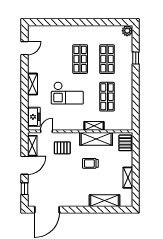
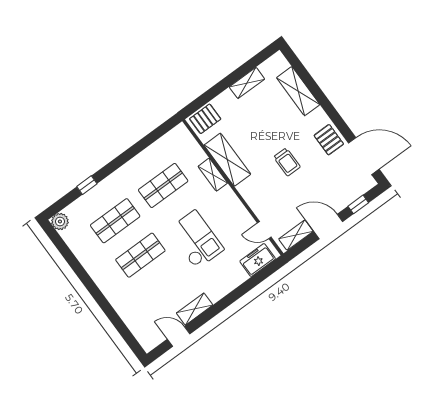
shelving: (32, 84) -> (195, 309), moved
pallet: (62, 148) -> (329, 140), moved
trolley: (90, 163) -> (287, 162), moved

